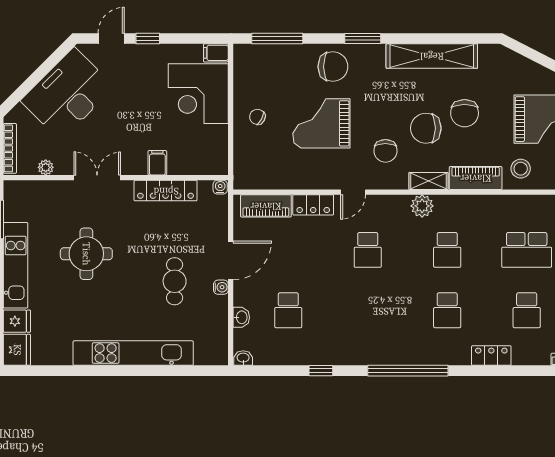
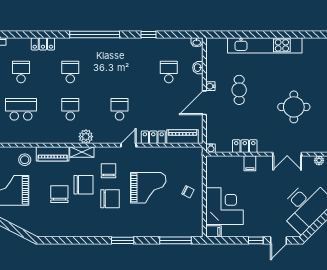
shelving: (432, 56) -> (80, 229), removed
chair: (333, 67) -> (110, 199), moved, turned 180
locker: (166, 191) -> (245, 146), width x0.66

